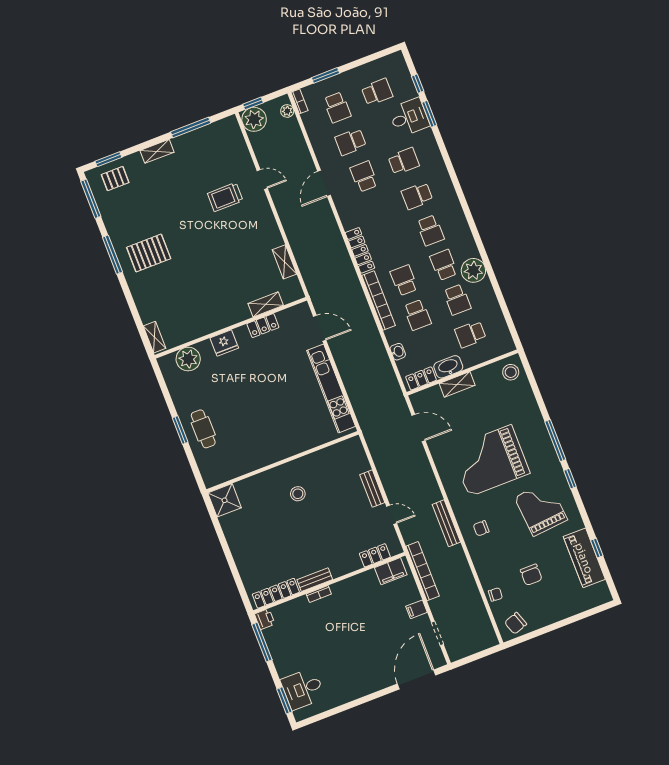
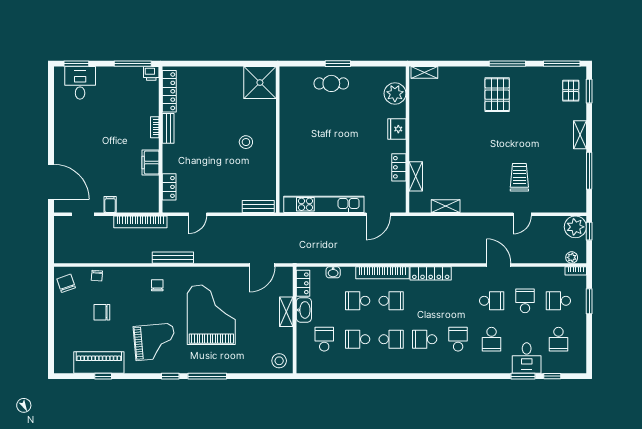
plant: (473, 270) -> (377, 362), removed
bench: (372, 489) -> (258, 206), moved
shower: (225, 500) -> (260, 83), width x1.37, depth x1.37
filing cabinet: (391, 571) -> (151, 163), moved

